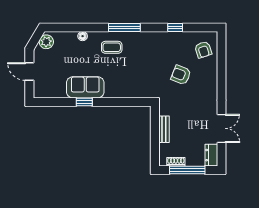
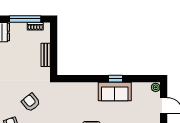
armchair: (181, 75) -> (31, 102), turned -151
plant: (39, 92) -> (156, 87), added

